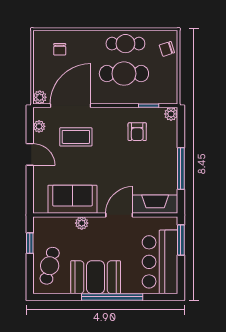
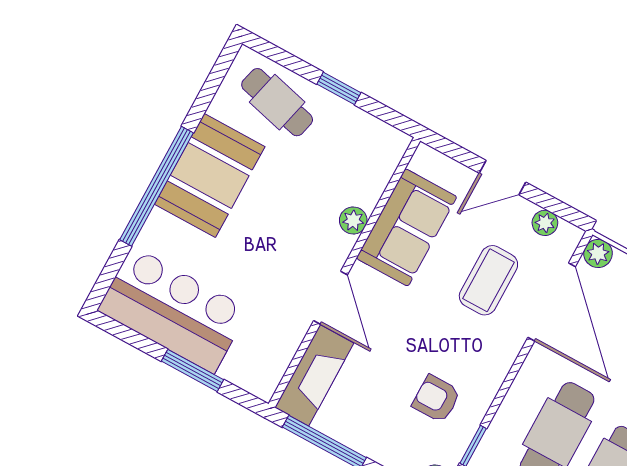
sofa: (72, 199) -> (407, 227), moved
fireplace: (155, 204) -> (314, 375), moved
wall: (105, 215) -> (344, 272), moved
door: (119, 215) -> (331, 298), moved
plant: (82, 223) -> (353, 220), moved

